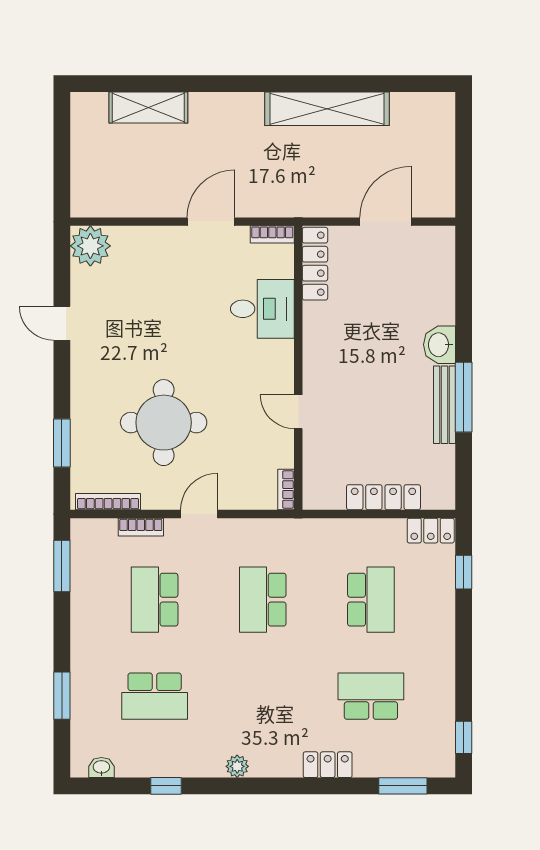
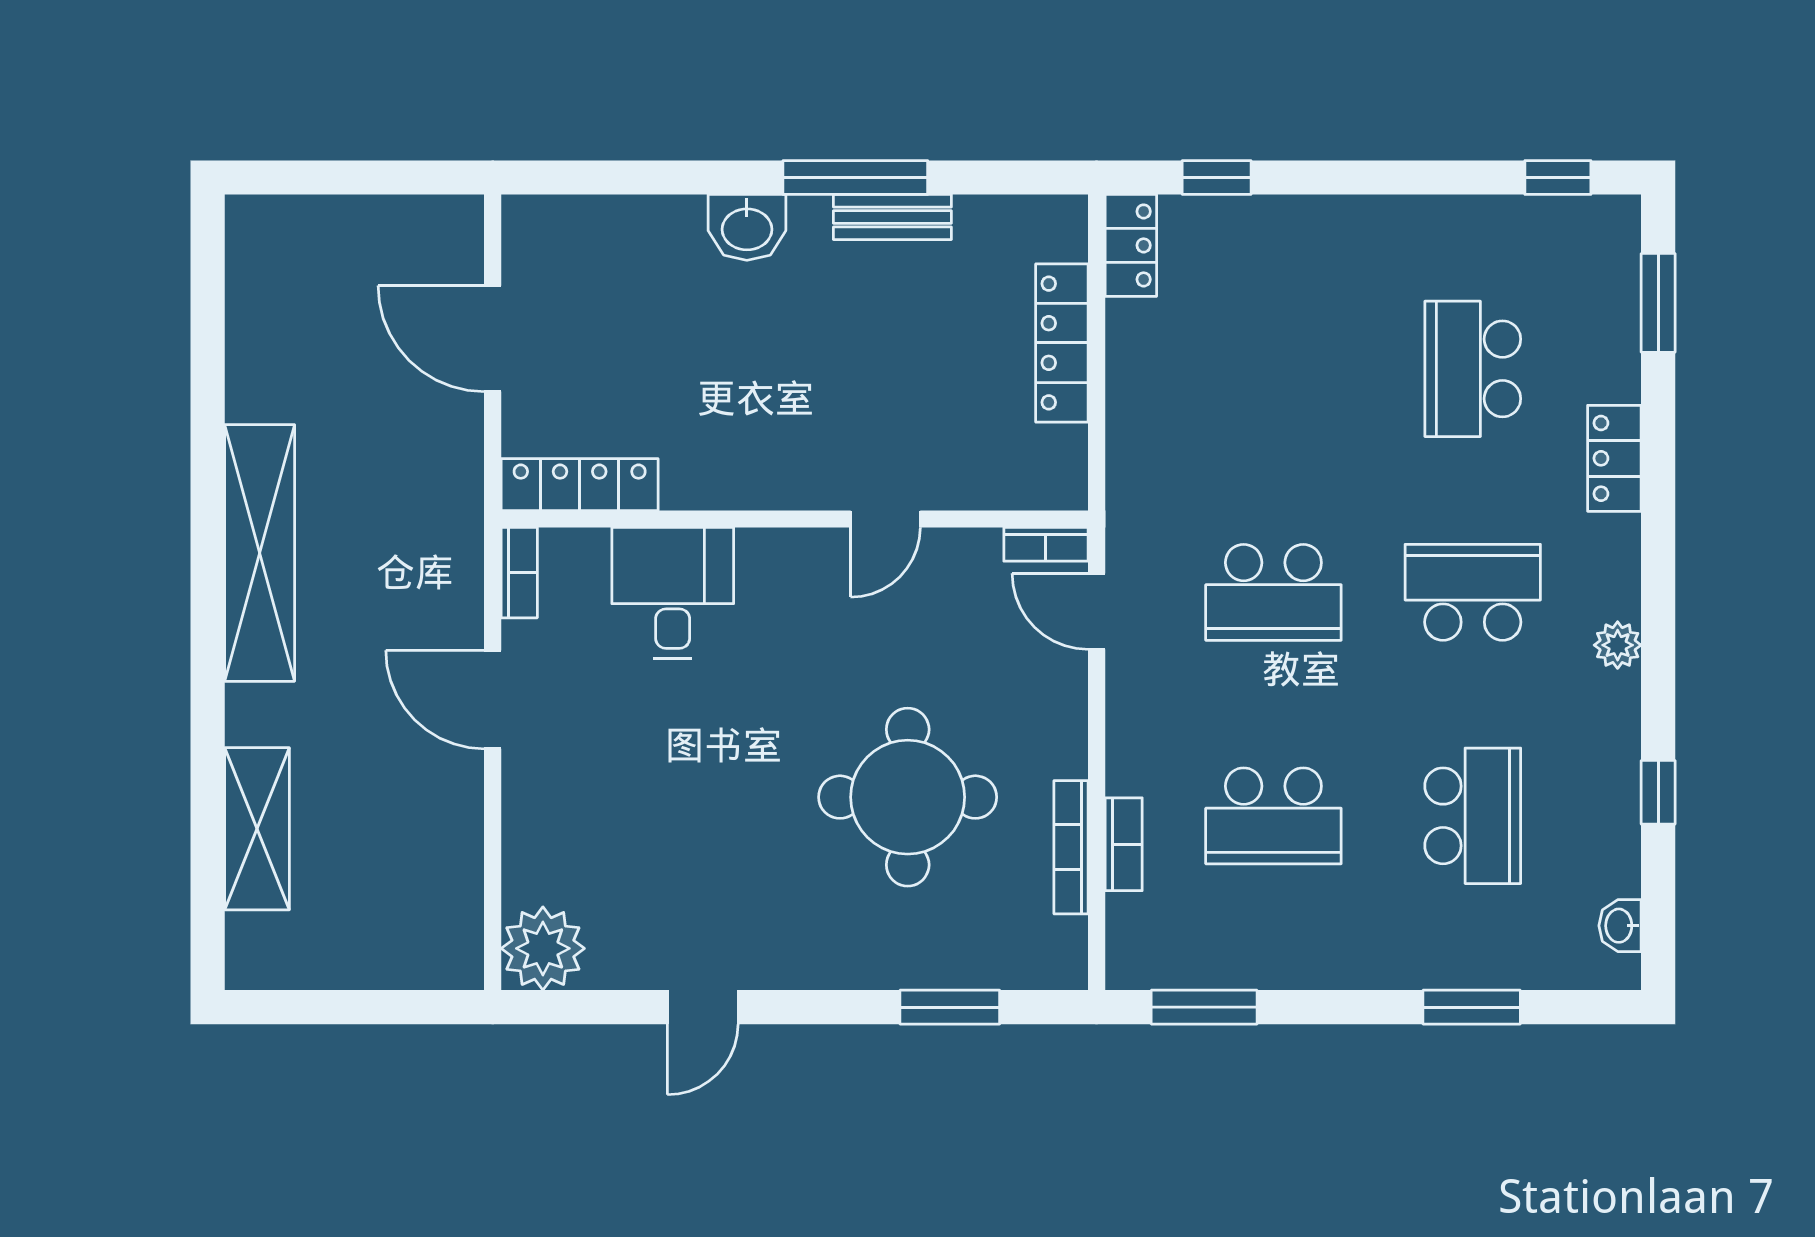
shelving: (327, 109) -> (260, 553), moved
bench: (444, 405) -> (892, 217), width x0.73
bookcase: (108, 502) -> (1071, 847), moved
door: (199, 514) -> (1097, 611), moved
school desk: (371, 600) -> (1473, 592), moved

